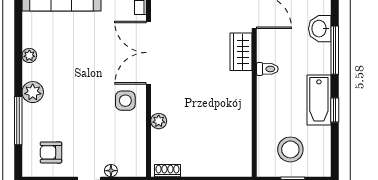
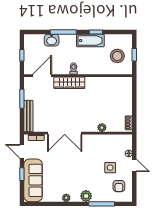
wardrobe: (241, 52) -> (69, 83), width x1.50
side table: (125, 101) -> (110, 168), moved

